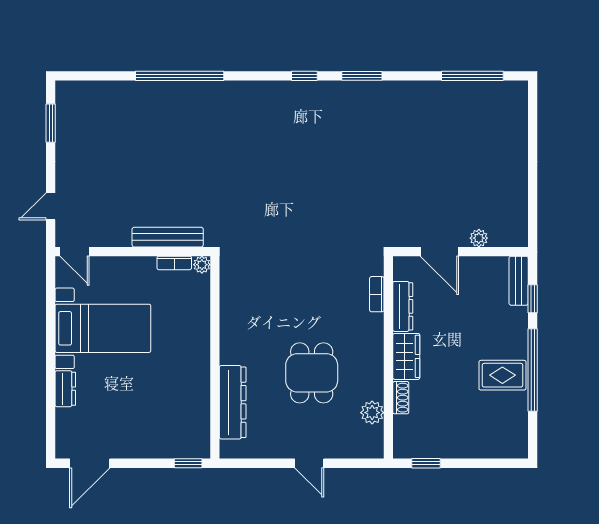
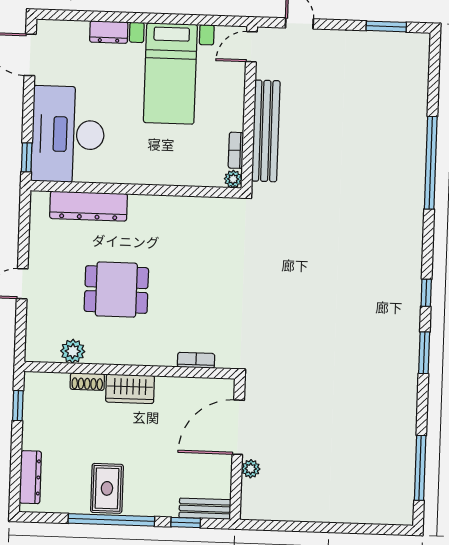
bench: (168, 237) -> (266, 131), width x1.37, depth x1.21
door: (439, 252) -> (238, 427), width x1.36
dresser: (403, 306) -> (30, 477), moved, turned -90
desk: (165, 424) -> (68, 134), added

